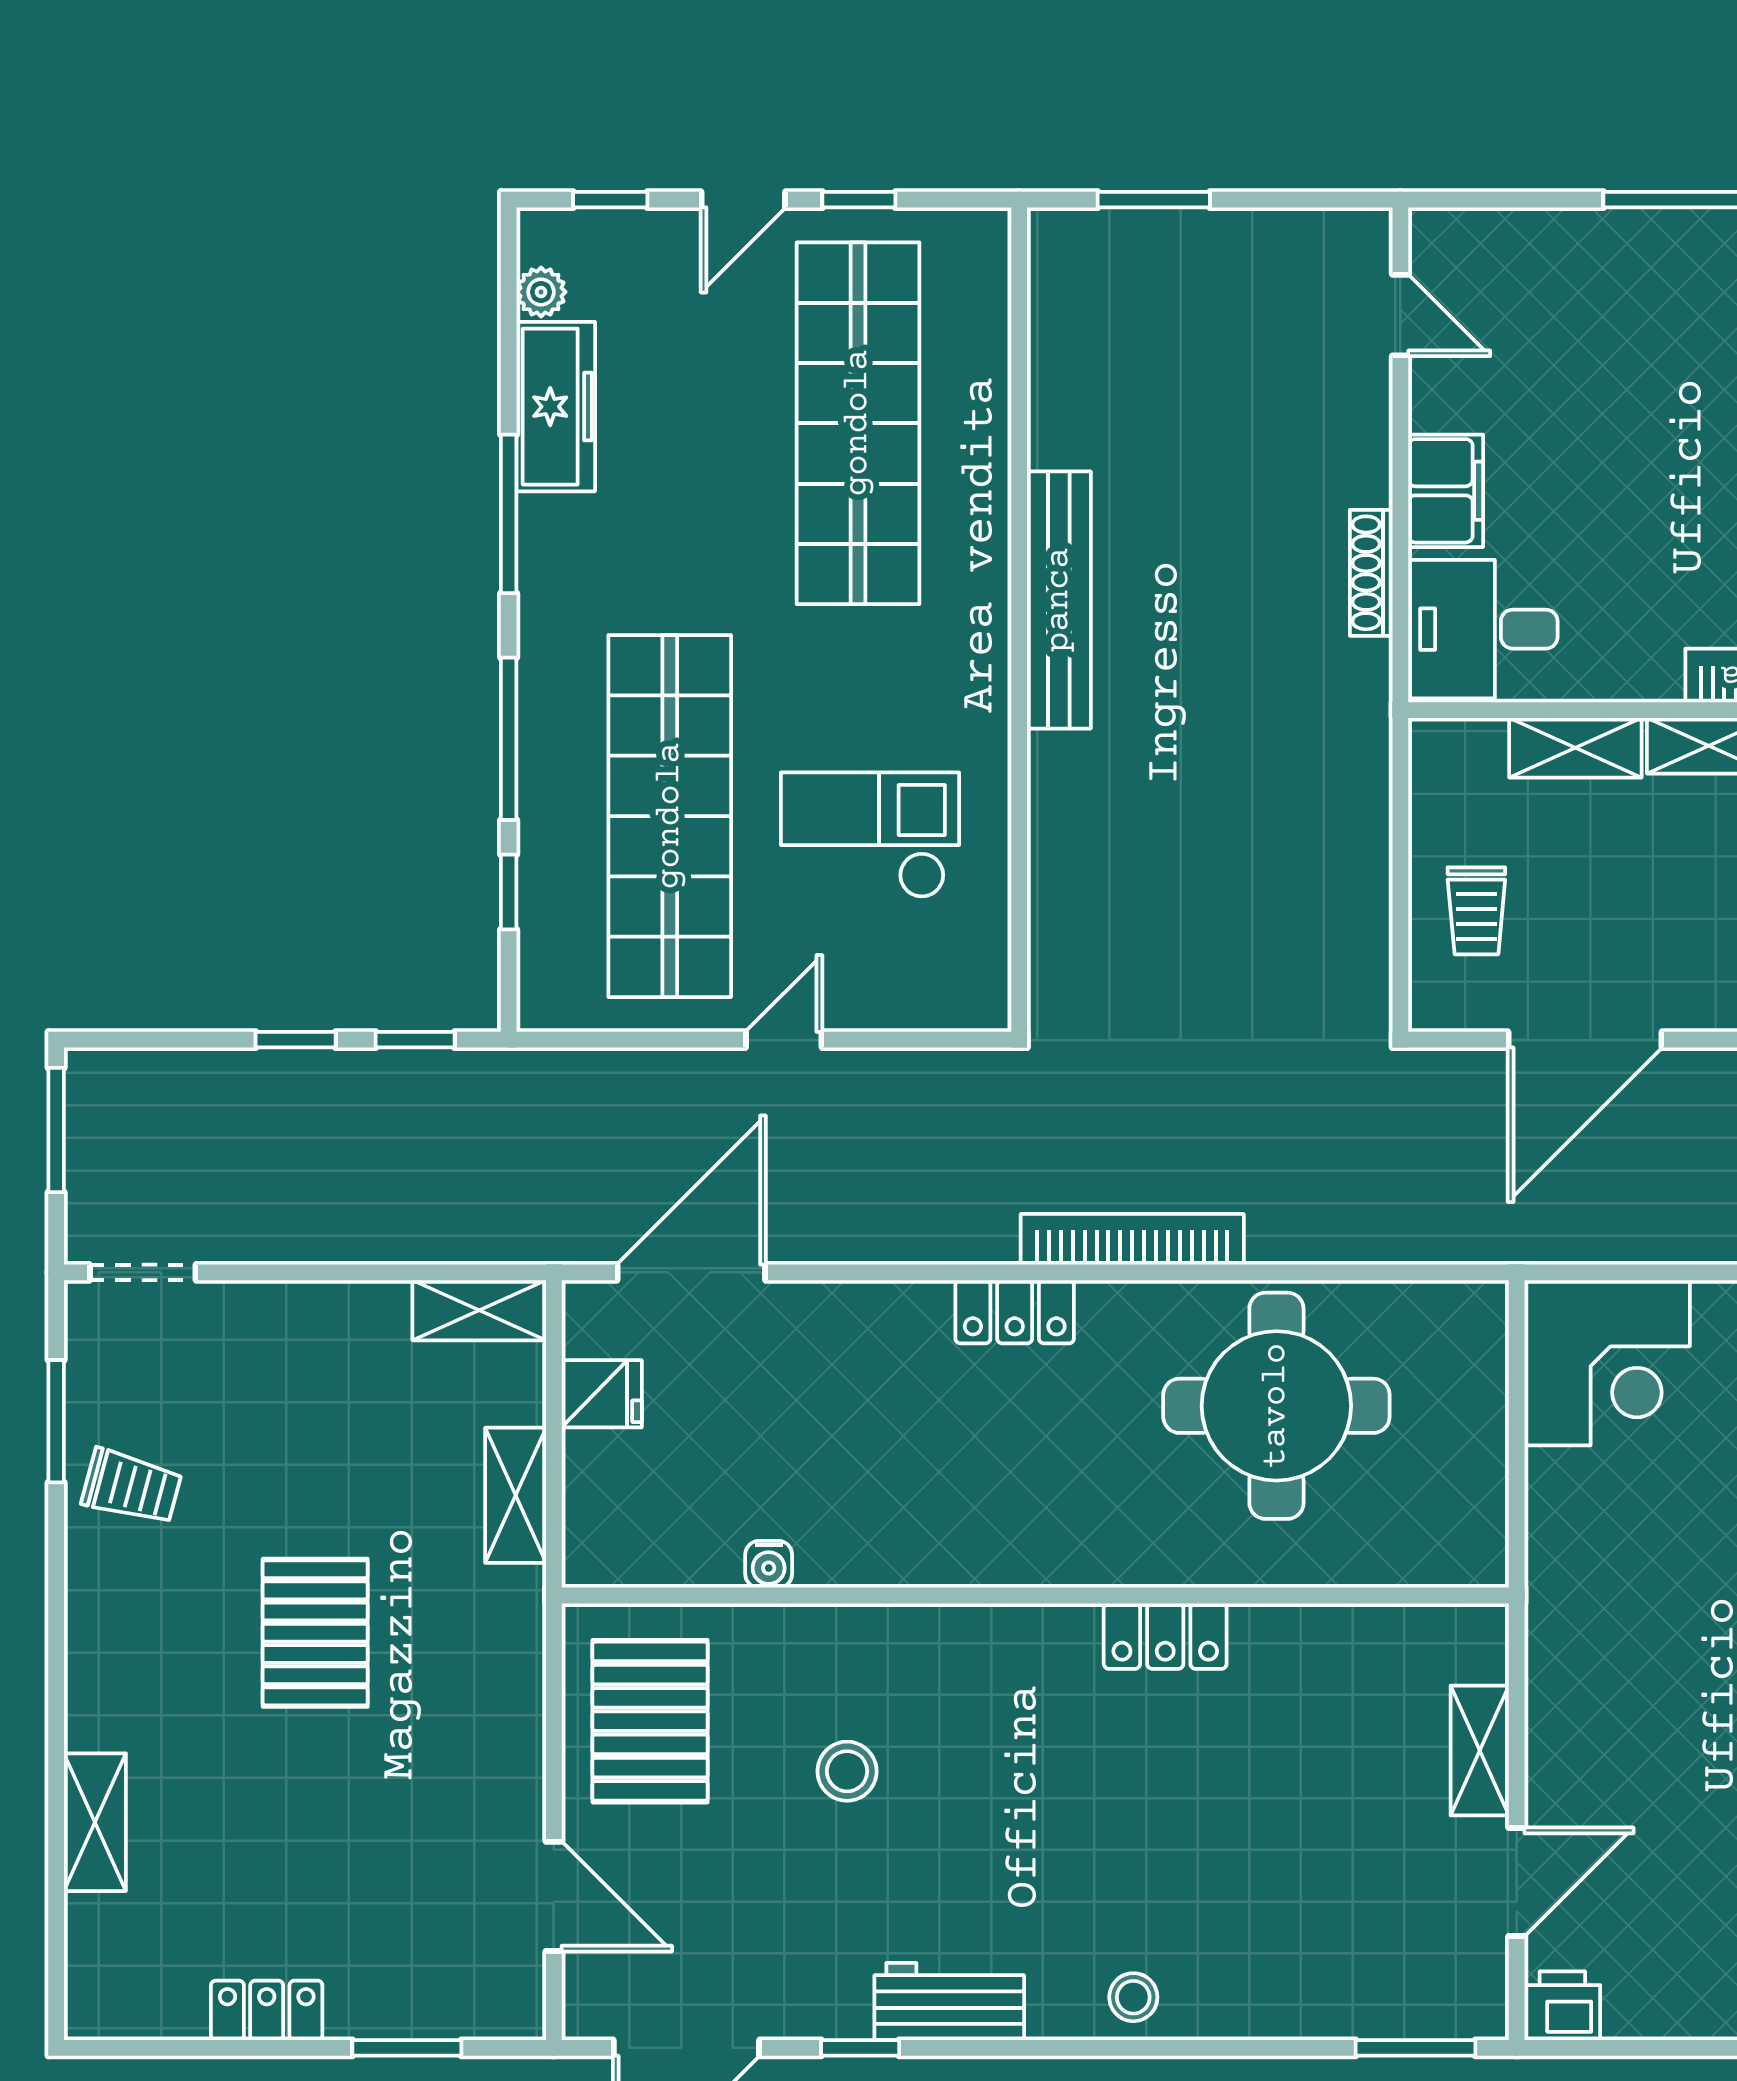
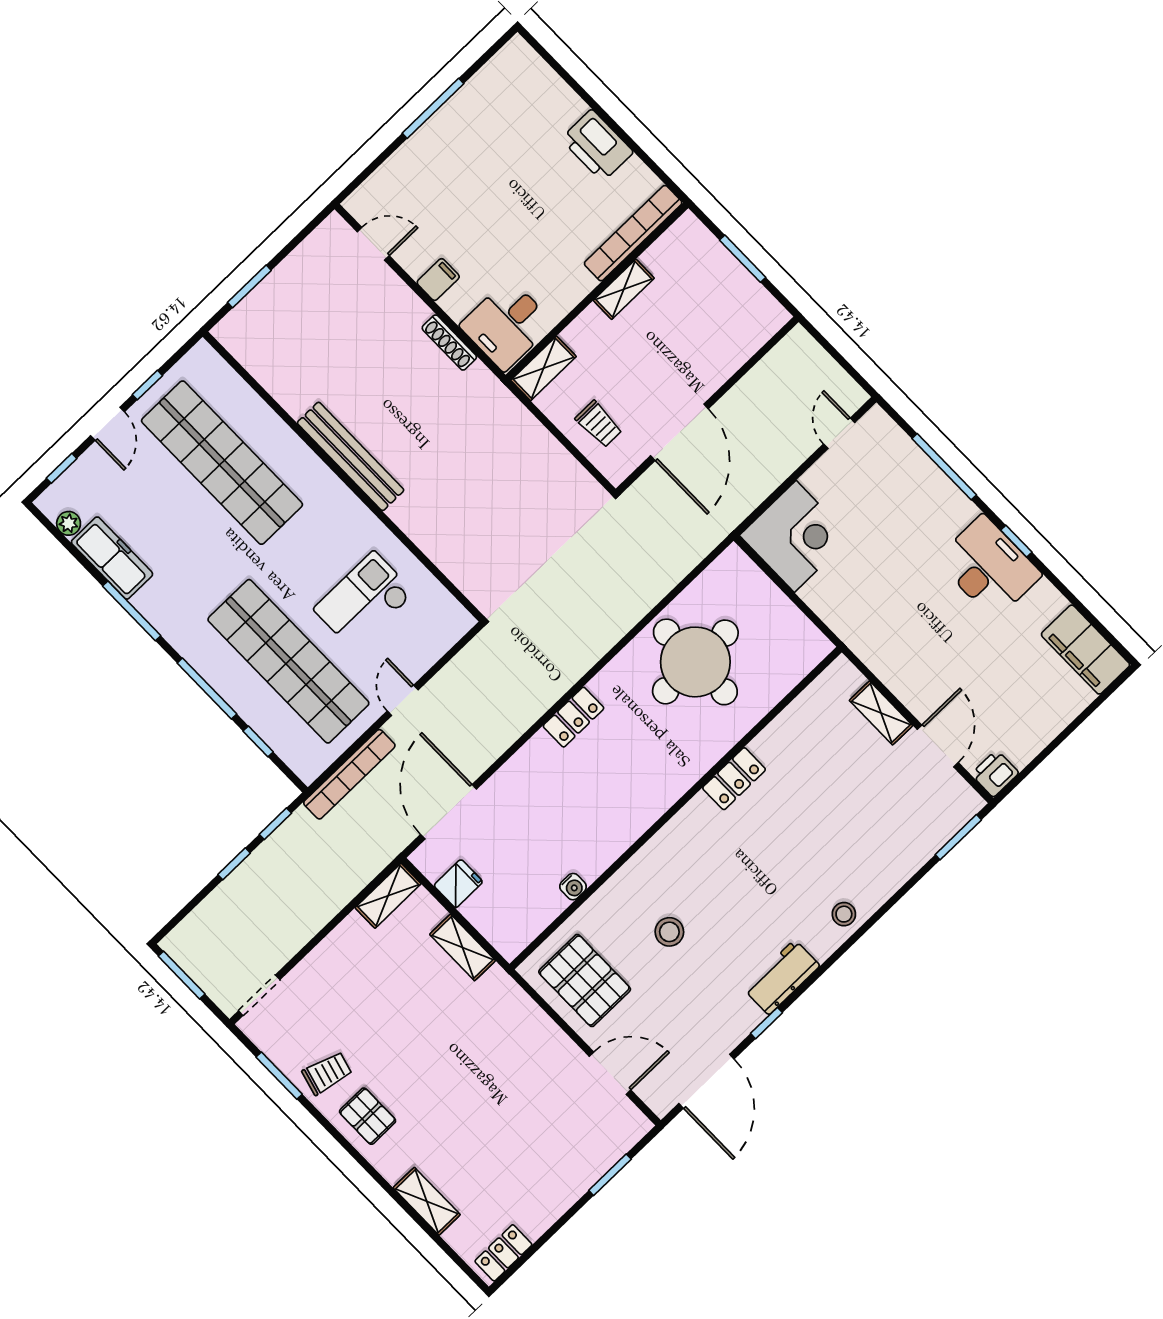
filing cabinet: (1446, 491) -> (438, 280), width x0.50
shelving: (1575, 748) -> (544, 368), moved
bookcase: (1132, 1239) -> (349, 774), moved, turned 180
pallet: (315, 1633) -> (368, 1116), moved, width x0.67, depth x0.71
locker: (267, 2010) -> (503, 1253), moved

